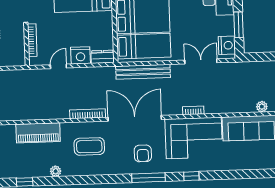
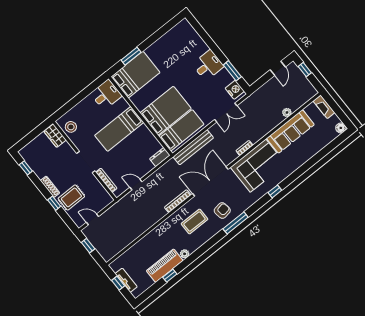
nightstand: (80, 55) -> (145, 167), removed
double door: (201, 61) -> (226, 113), swing flipped
door: (58, 66) -> (136, 185), hinge flipped
piano: (38, 133) -> (165, 266), moved, turned 180
armchair: (143, 153) -> (222, 210), moved, turned -99
window: (148, 178) -> (236, 223), moved

